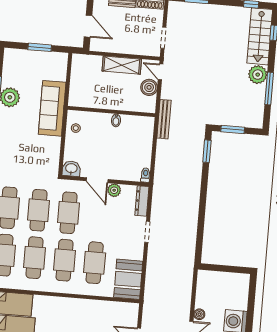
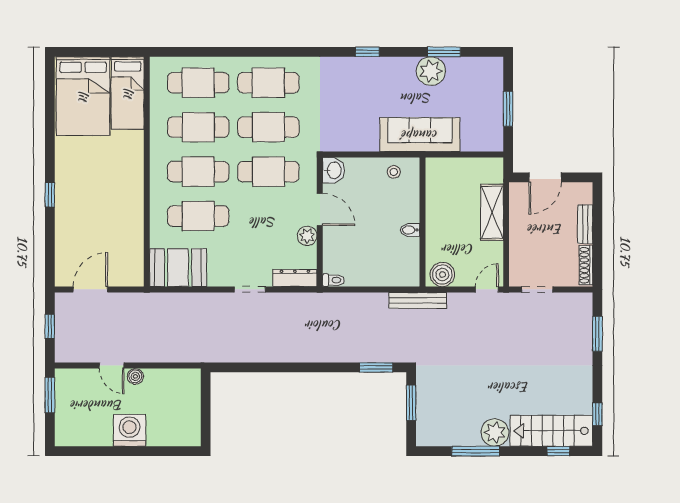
shelving: (122, 65) -> (492, 212), moved
boiler: (149, 87) -> (442, 274), moved
door: (97, 180) -> (320, 209), swing flipped

